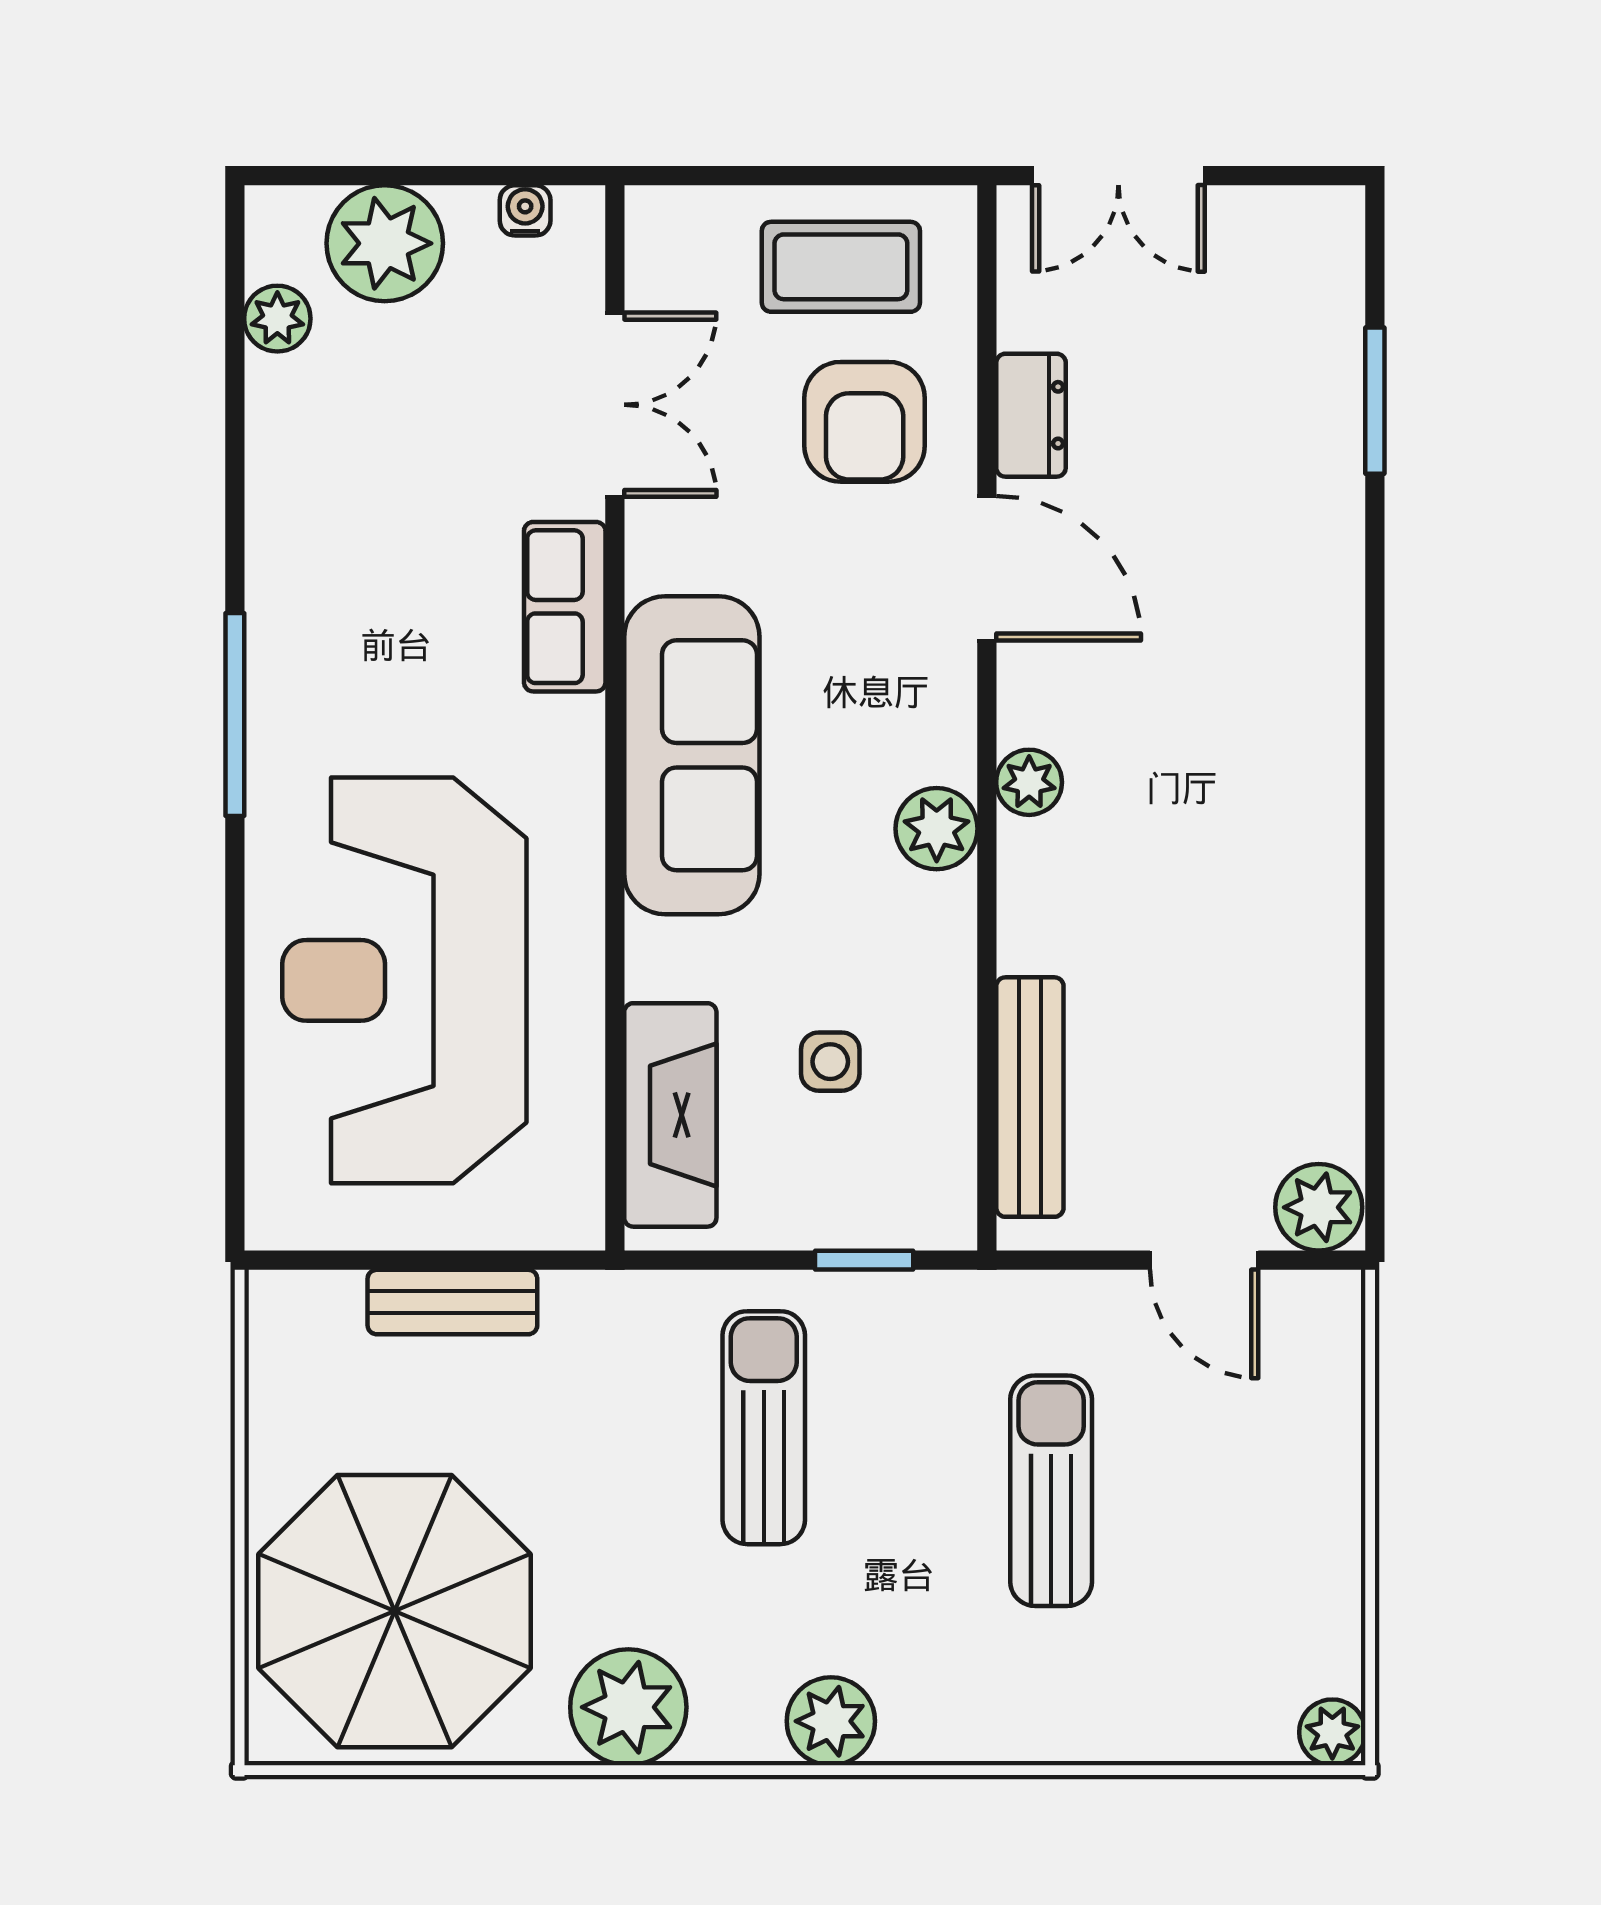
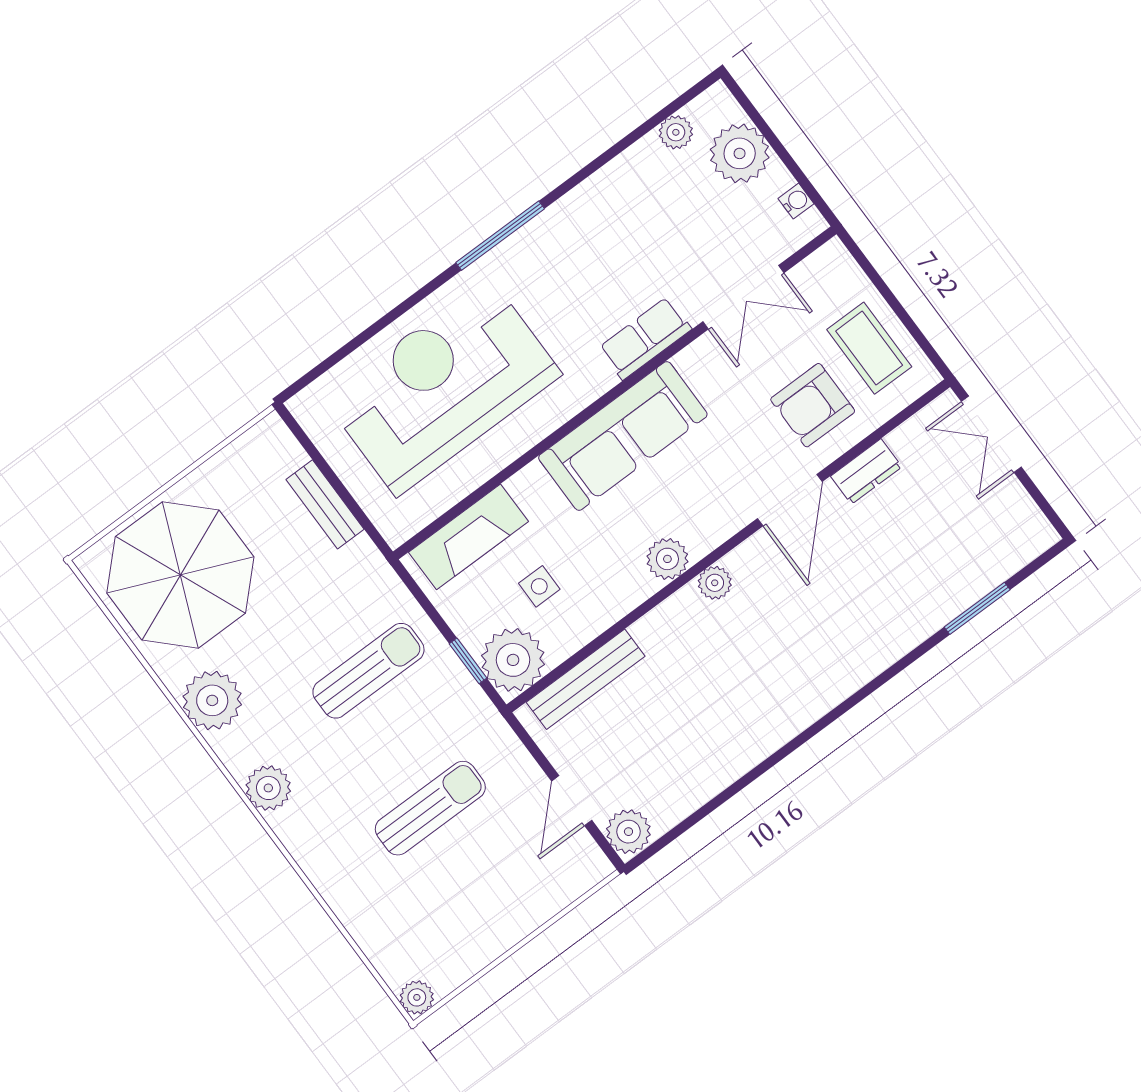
plant: (915, 1188) -> (513, 660), added

